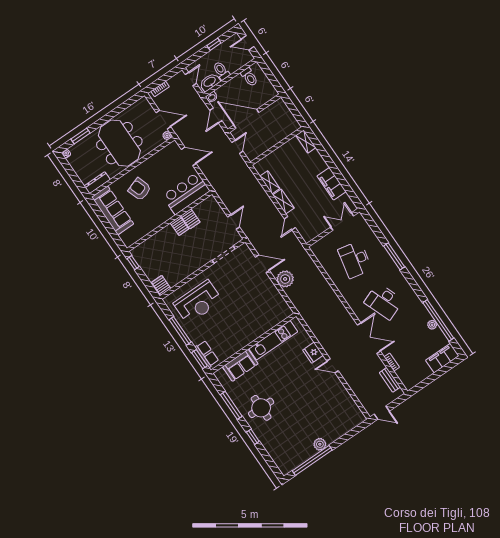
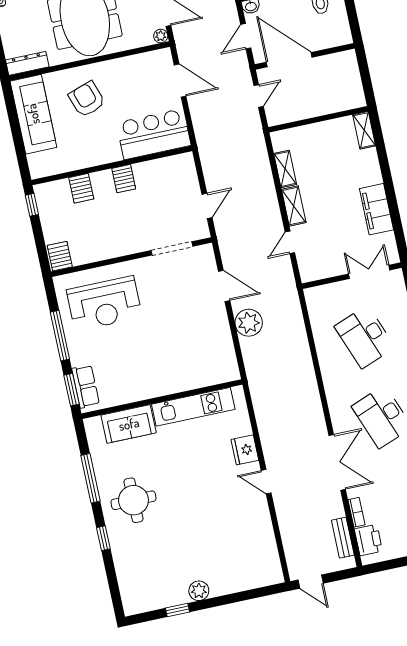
server rack: (190, 219) -> (81, 188), moved
desk: (355, 260) -> (365, 337), turned -33
printer: (405, 375) -> (368, 540), added
window: (312, 460) -> (177, 610), width x0.32

